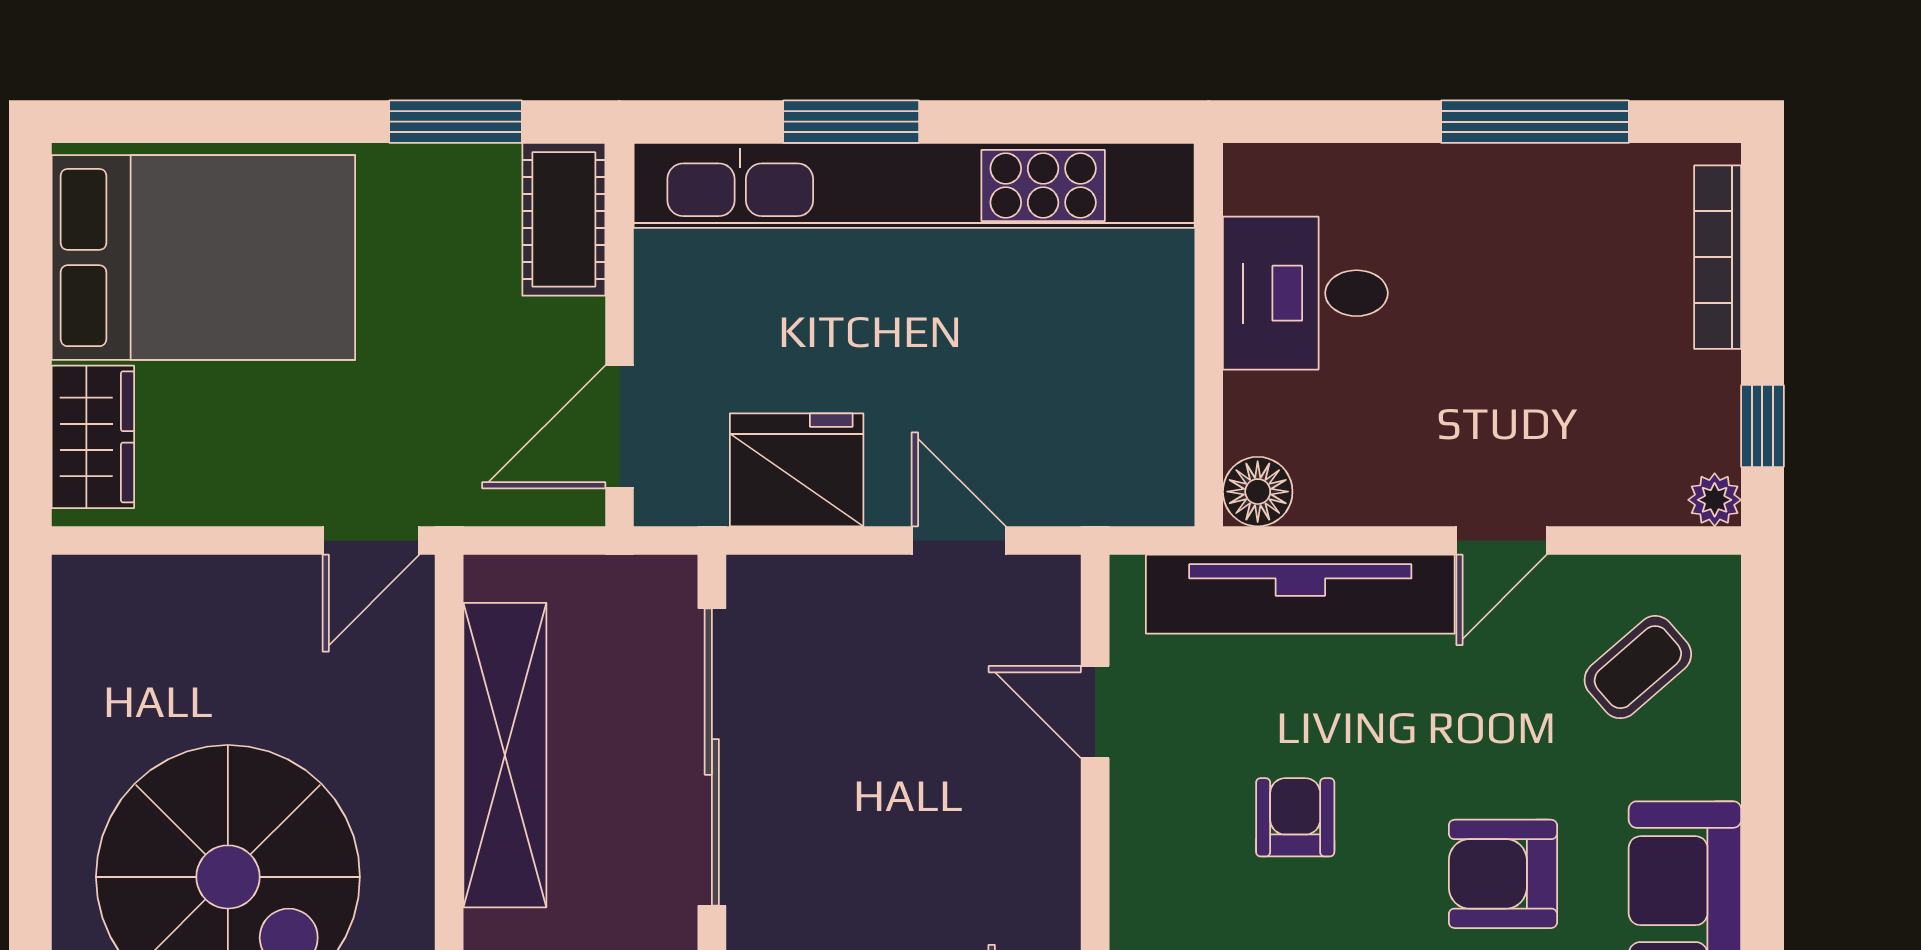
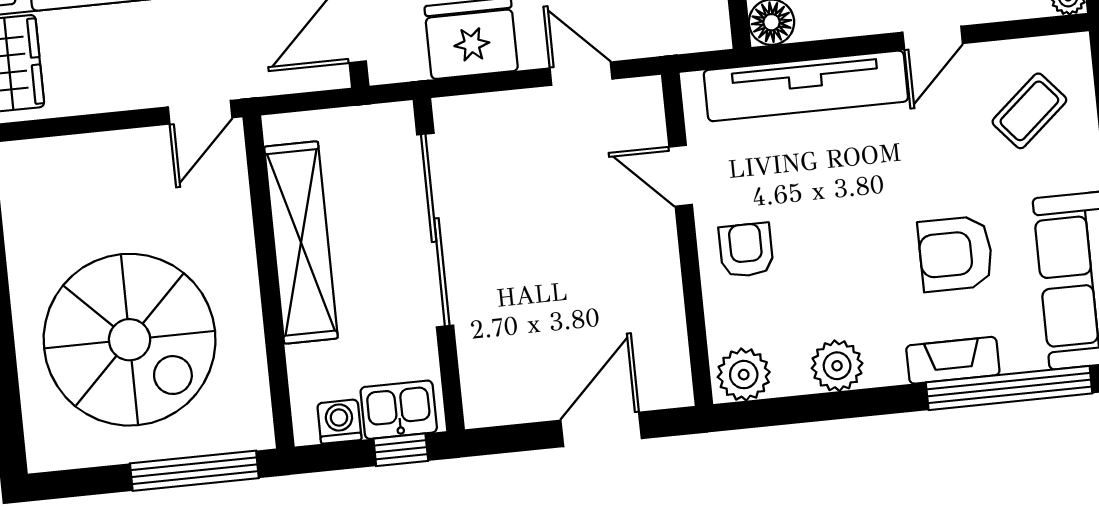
armchair: (1295, 817) -> (746, 250), moved

